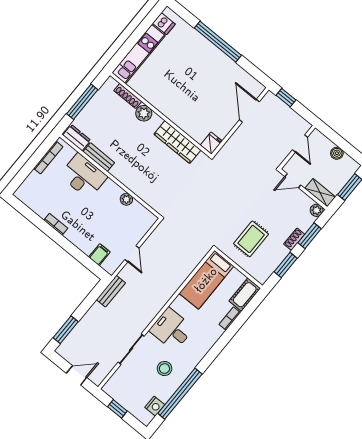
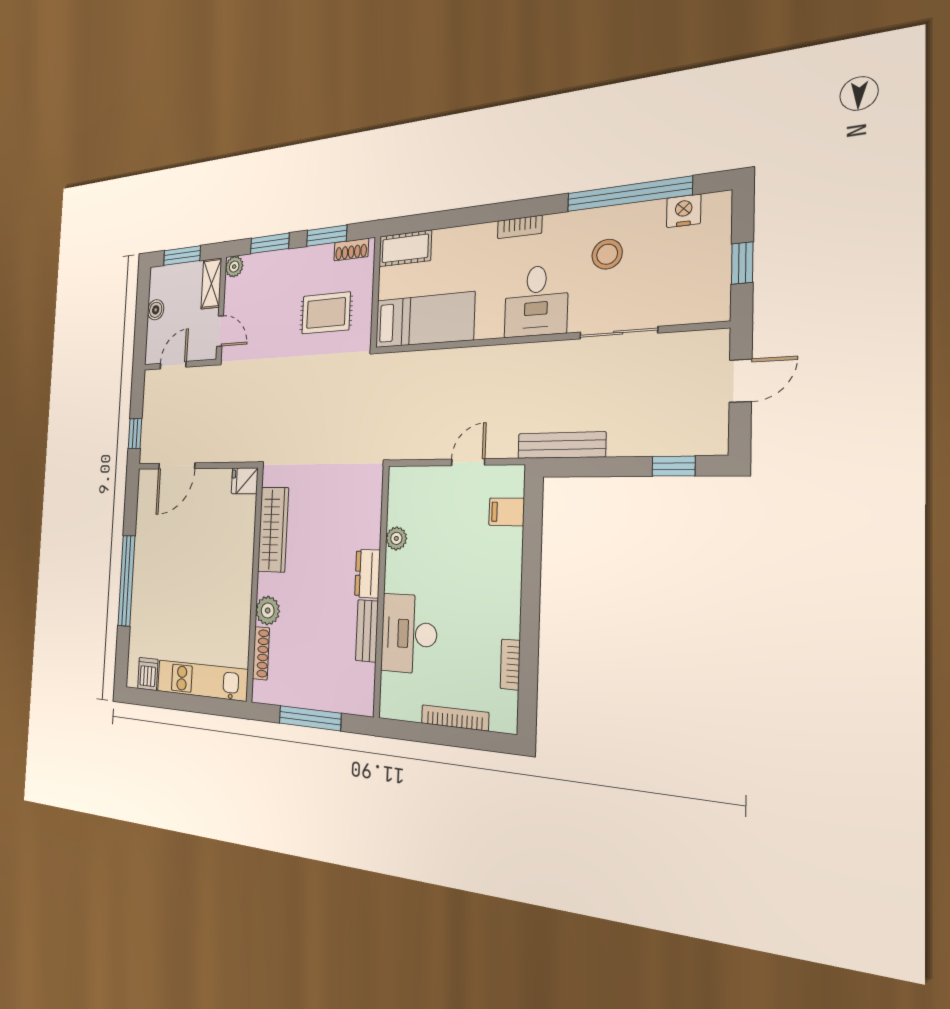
dresser: (77, 138) -> (367, 574), moved
bookcase: (48, 157) -> (455, 718), moved
bookcase: (56, 224) -> (510, 664), moved
shoe rack: (294, 239) -> (351, 250), moved
bench: (111, 291) -> (561, 445), width x1.36
bookcase: (230, 318) -> (520, 227), moved
window: (66, 330) -> (674, 466), width x0.67
door: (77, 375) -> (741, 381), swing flipped

